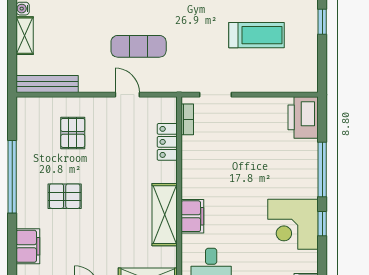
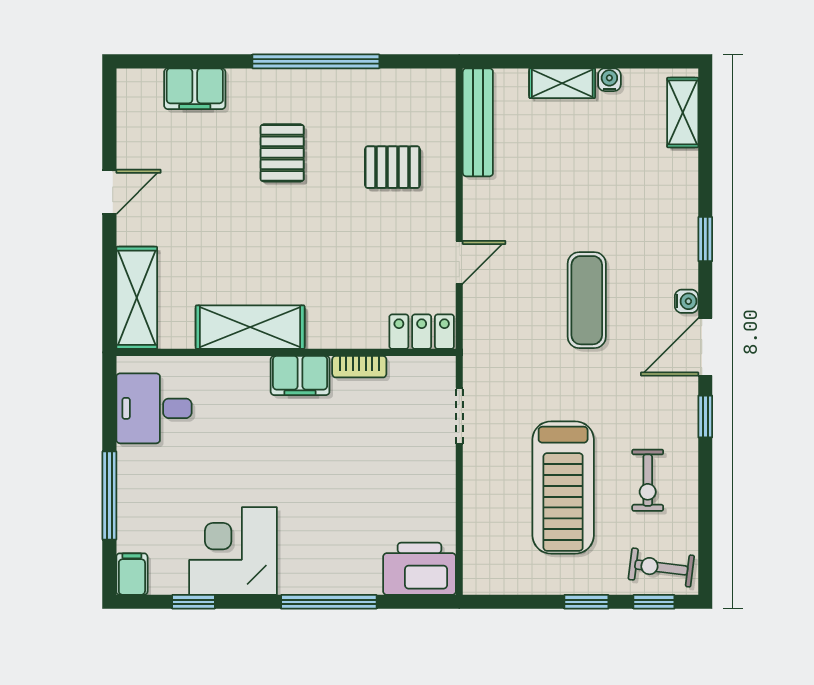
treadmill: (257, 35) -> (563, 487), width x1.37, depth x1.38
exercise mat: (139, 46) -> (587, 300), moved
bookcase: (187, 119) -> (359, 367), moved
locker: (167, 142) -> (422, 332), moved
filing cabinet: (192, 216) -> (300, 375), moved
window: (322, 224) -> (194, 602), moved

